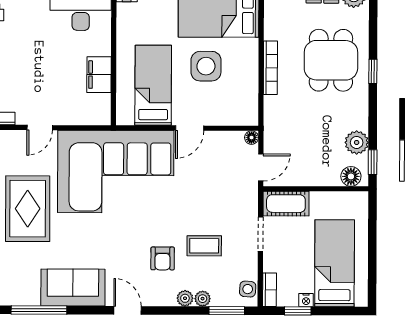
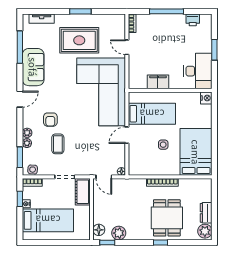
dining table: (331, 60) -> (167, 218), turned 90
side table: (206, 66) -> (163, 145), width x0.54, depth x0.54
door: (190, 128) -> (127, 135), hinge flipped
armchair: (163, 258) -> (50, 120), turned -90

